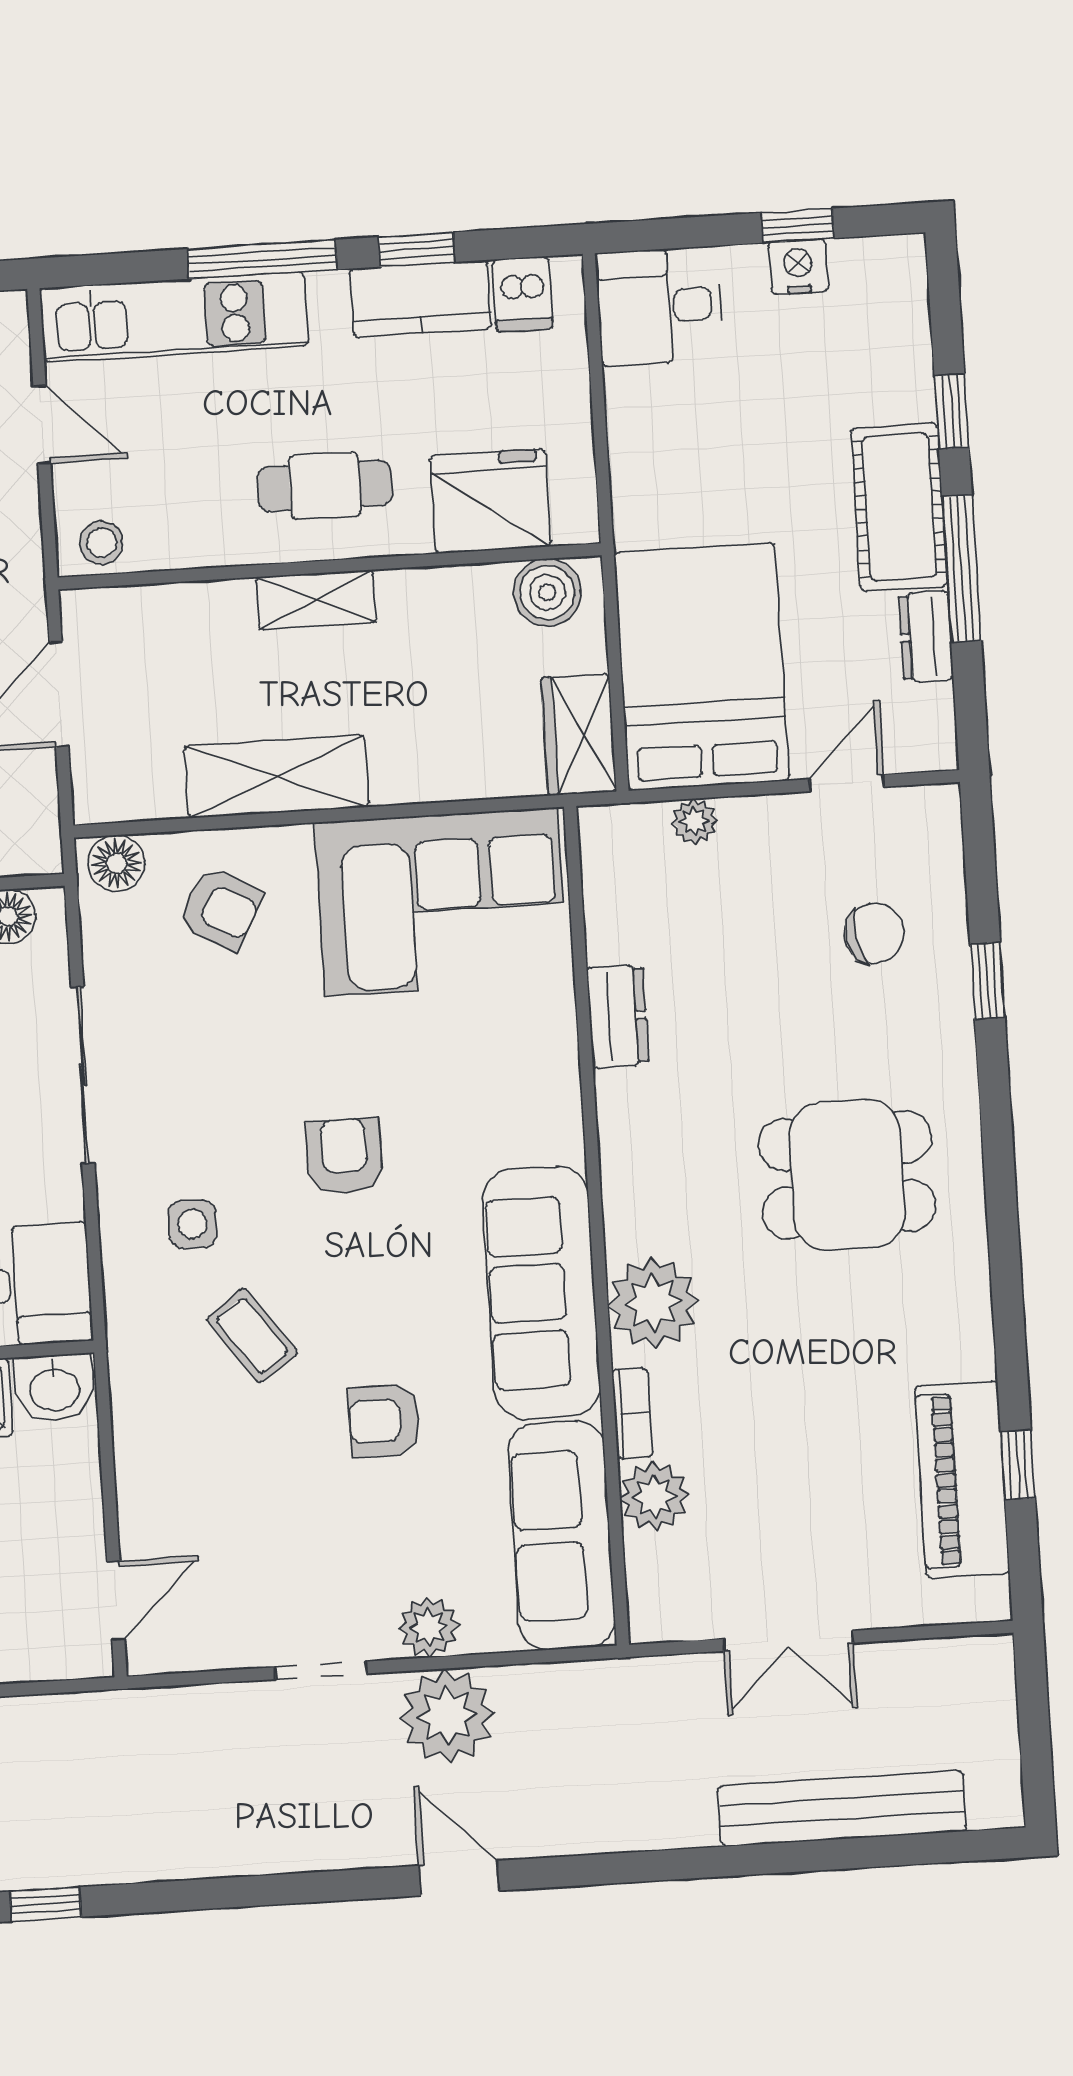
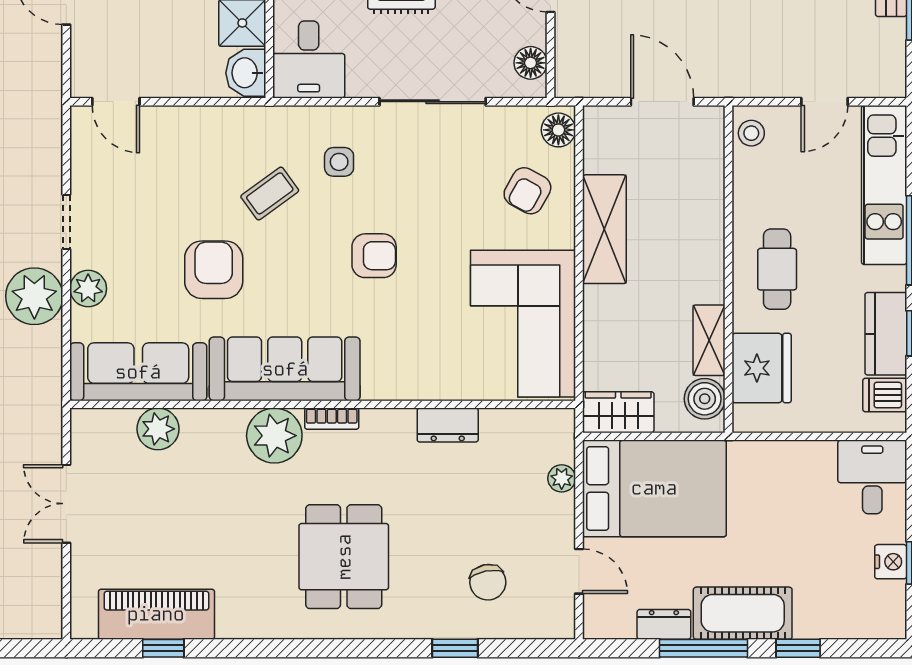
shelving: (316, 600) -> (709, 340), moved
bookcase: (632, 1414) -> (332, 419), moved
armchair: (384, 1421) -> (214, 270), width x1.38, depth x1.38

